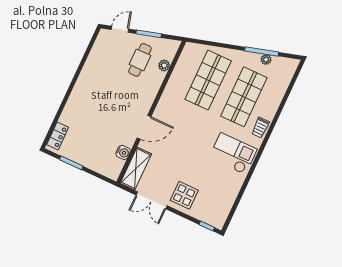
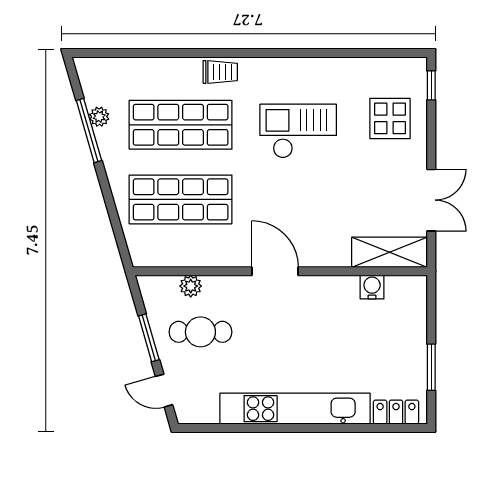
kitchen unit: (82, 88) -> (295, 409), added
door: (144, 127) -> (275, 271), moved
checkout: (233, 154) -> (298, 131), moved, turned 90
display table: (184, 195) -> (390, 118), moved

